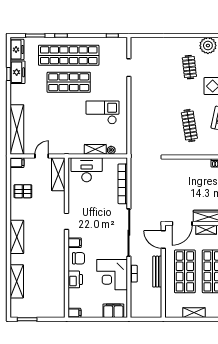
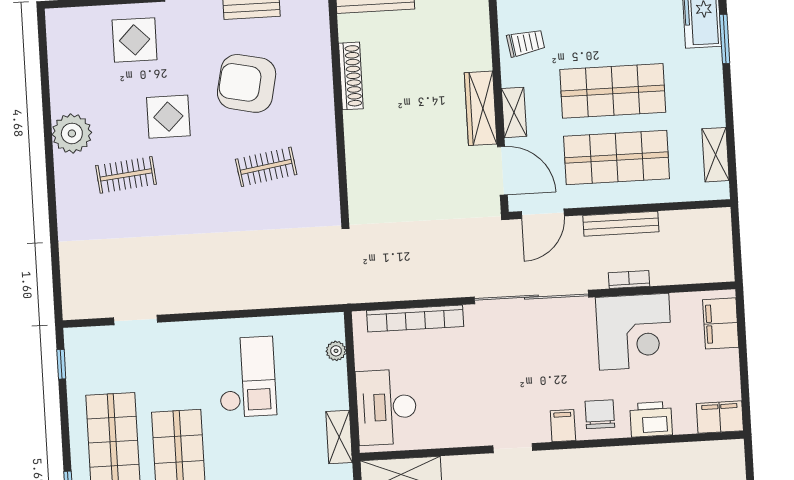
checkout: (102, 112) -> (247, 377), turned 180
clothes rail: (189, 126) -> (266, 167), width x0.73
shelving: (95, 149) -> (339, 437), moved
filing cabinet: (74, 313) -> (720, 417), width x2.00
shelving: (194, 313) -> (715, 155), moved

